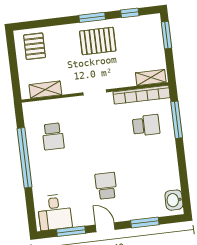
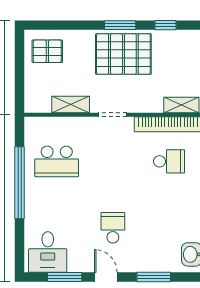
pallet: (98, 41) -> (123, 54), width x1.37, depth x1.41
pallet: (35, 46) -> (47, 51), turned 90
shelving: (45, 90) -> (71, 105), moved
school desk: (53, 136) -> (57, 161), width x1.85

